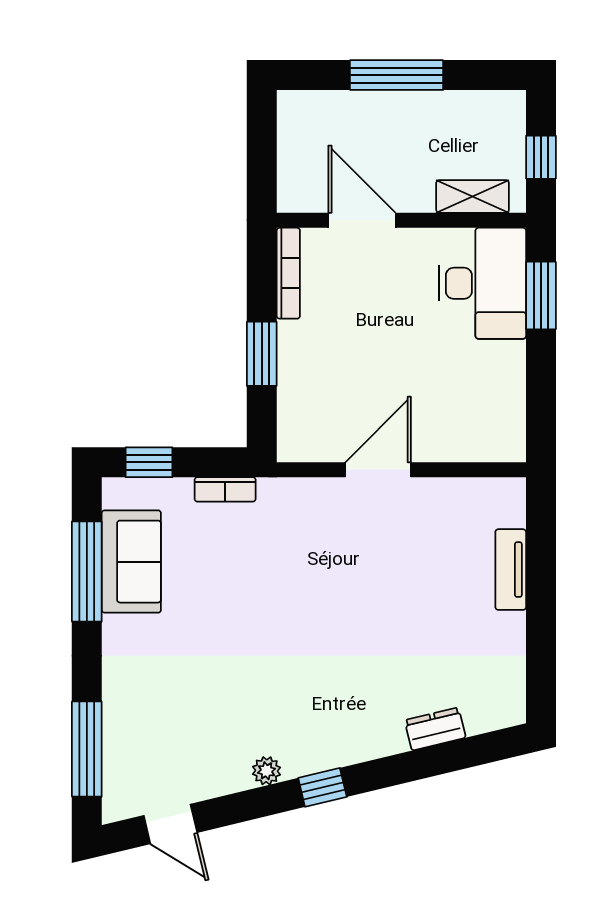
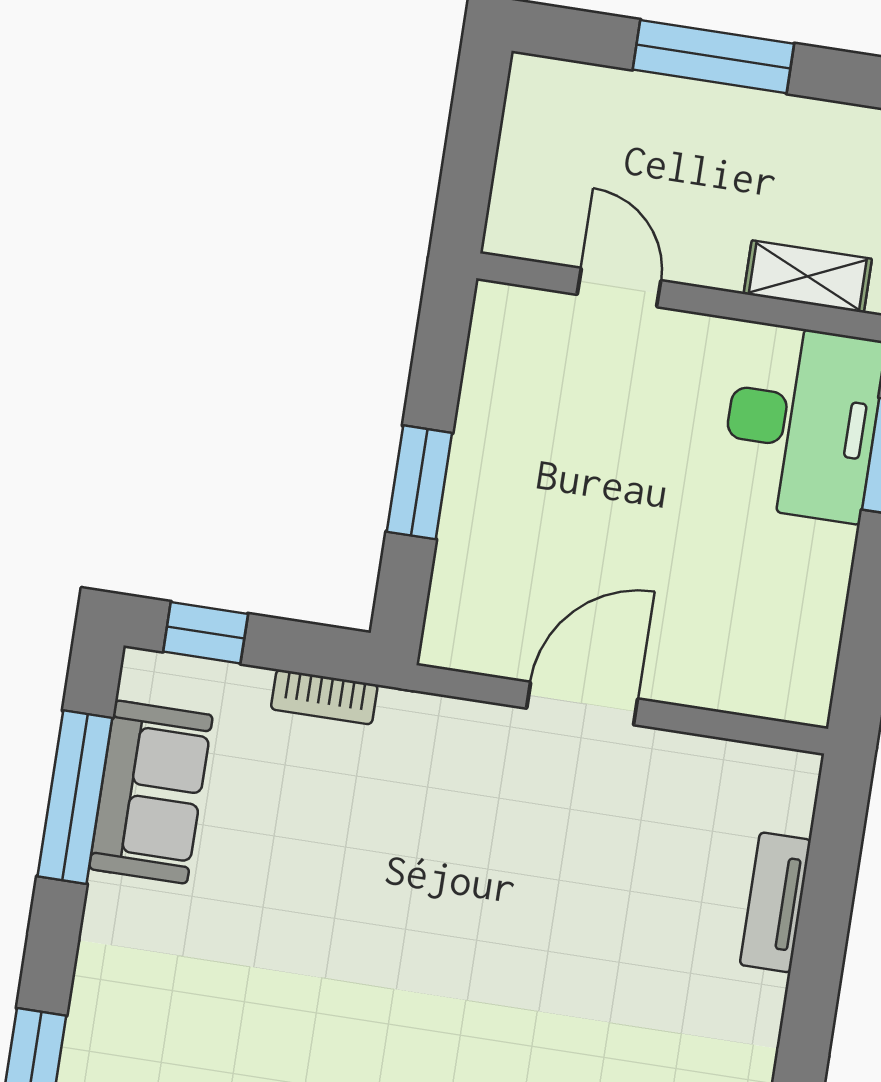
door: (362, 220) -> (619, 287), width x0.73
bookcase: (288, 273) -> (484, 356), removed

